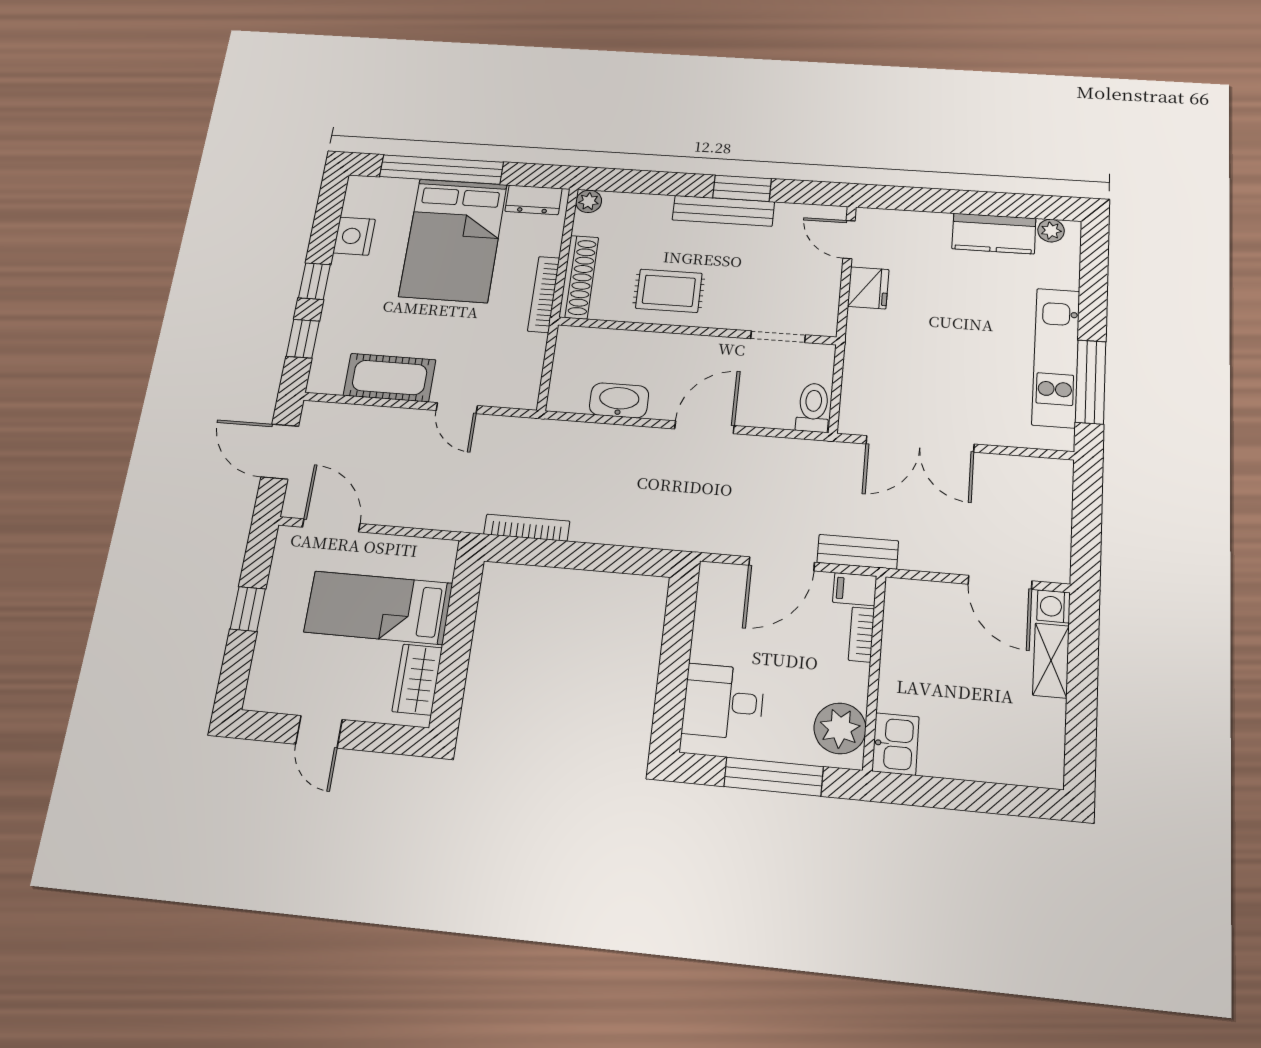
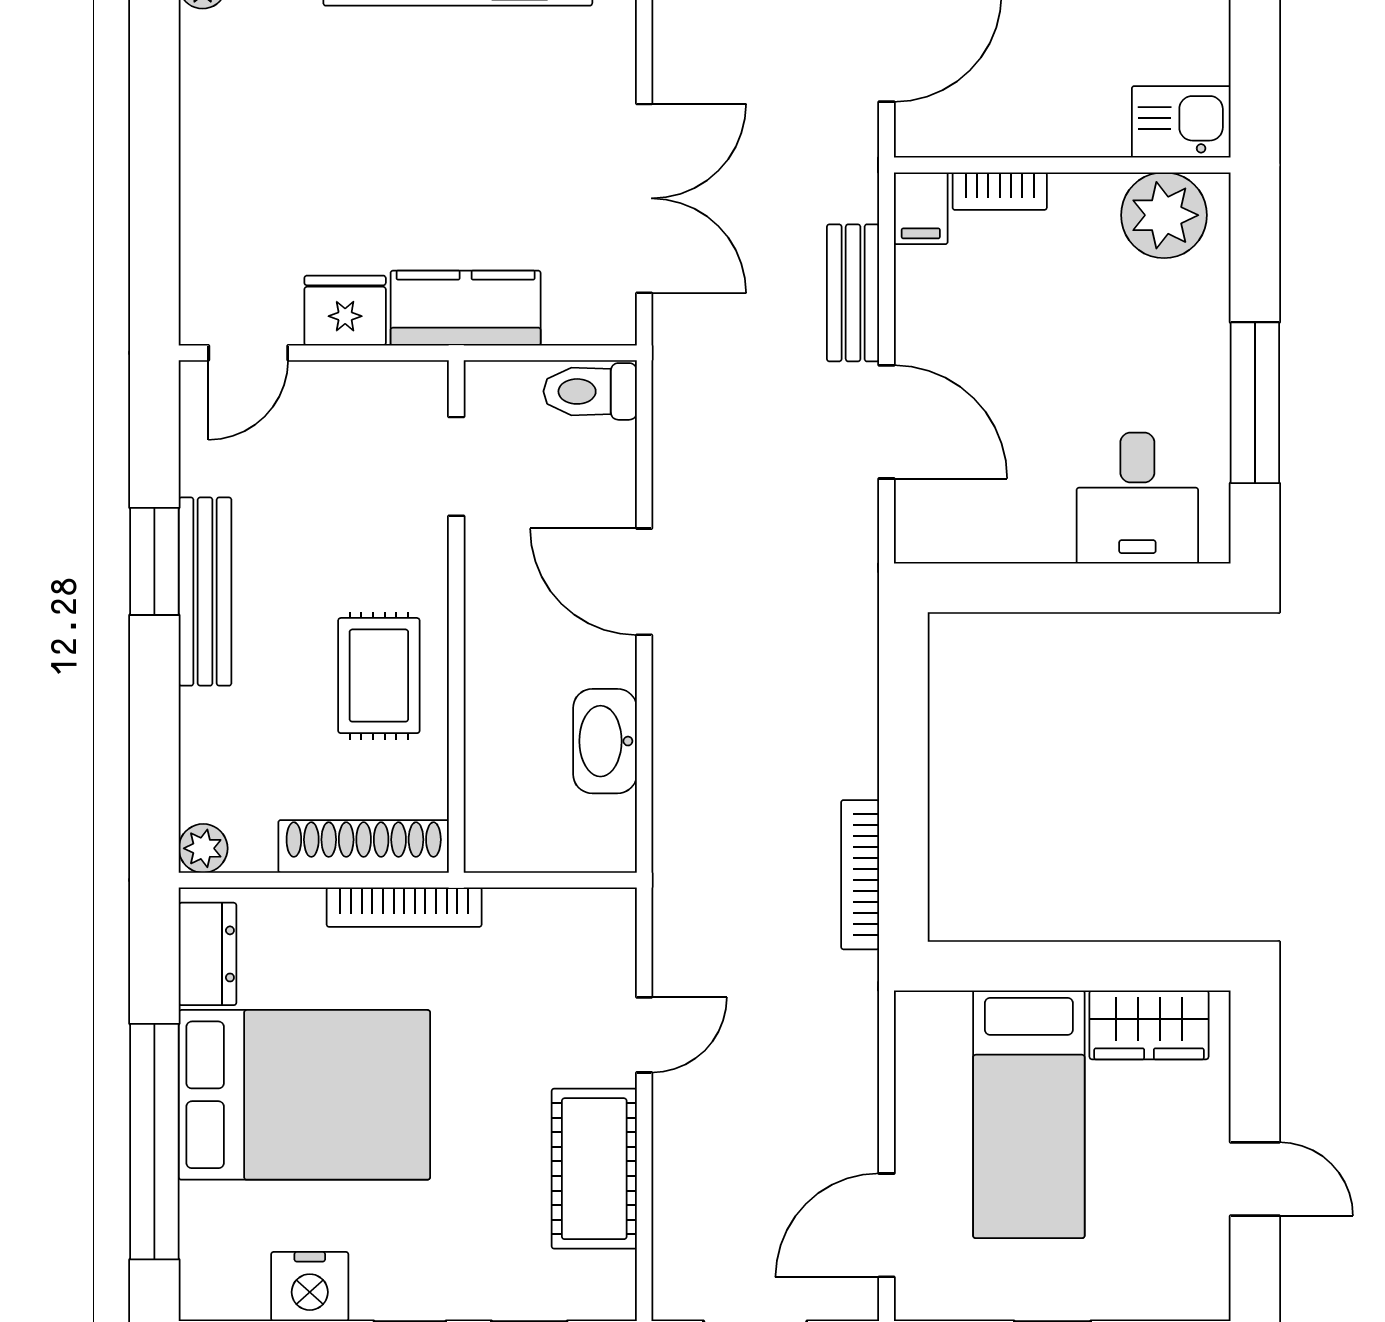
kitchen counter: (994, 234) -> (466, 308), moved, turned -90
filing cabinet: (855, 589) -> (921, 208), moved
bookcase: (861, 635) -> (1000, 191), moved
wall: (874, 672) -> (1062, 165), moved
plant: (840, 728) -> (1164, 215), moved
door: (319, 732) -> (1255, 1179), hinge flipped
kitchen sink: (895, 744) -> (1181, 122), moved

